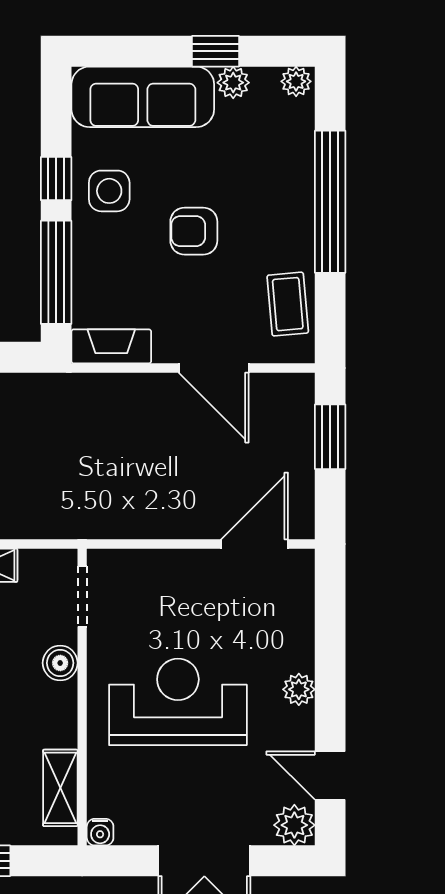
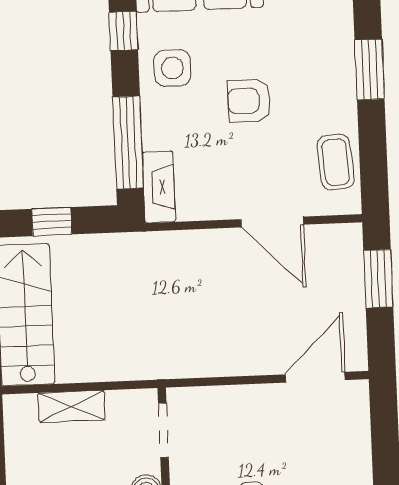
window: (56, 179) -> (123, 31), moved
window: (330, 202) -> (370, 69), width x0.47
fireplace: (111, 346) -> (159, 187), moved, turned 90

